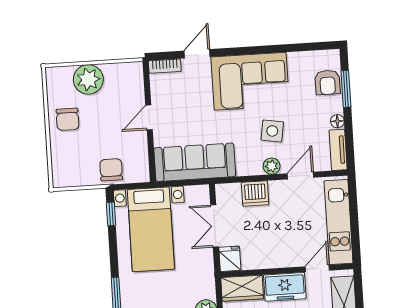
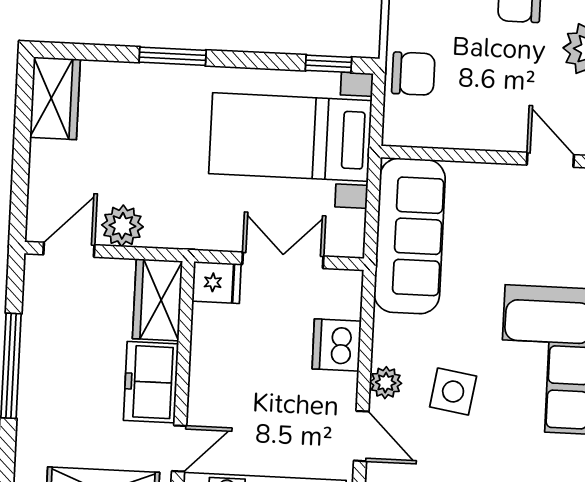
door: (149, 117) -> (550, 160), moved
door: (317, 269) -> (179, 448), hinge flipped

